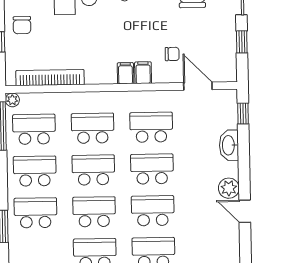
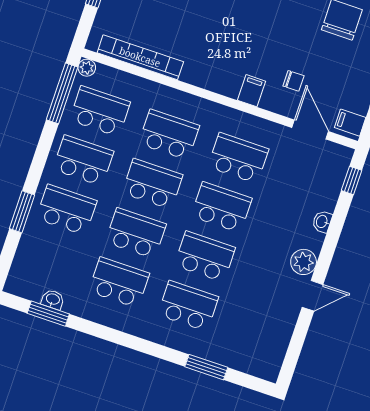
filing cabinet: (125, 73) -> (350, 123), moved, turned -90
washbasin: (229, 145) -> (322, 222), width x0.52, depth x0.69
door: (245, 211) -> (312, 296), swing flipped

